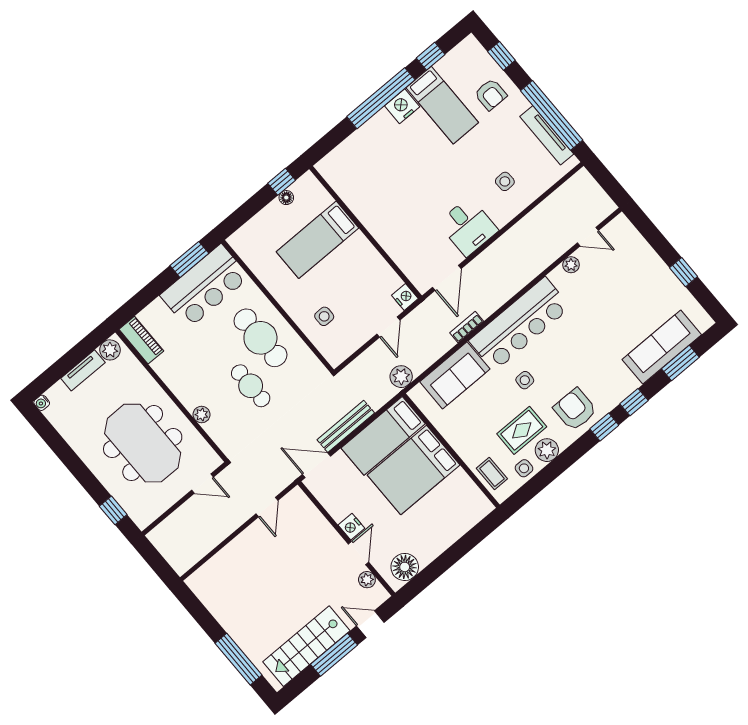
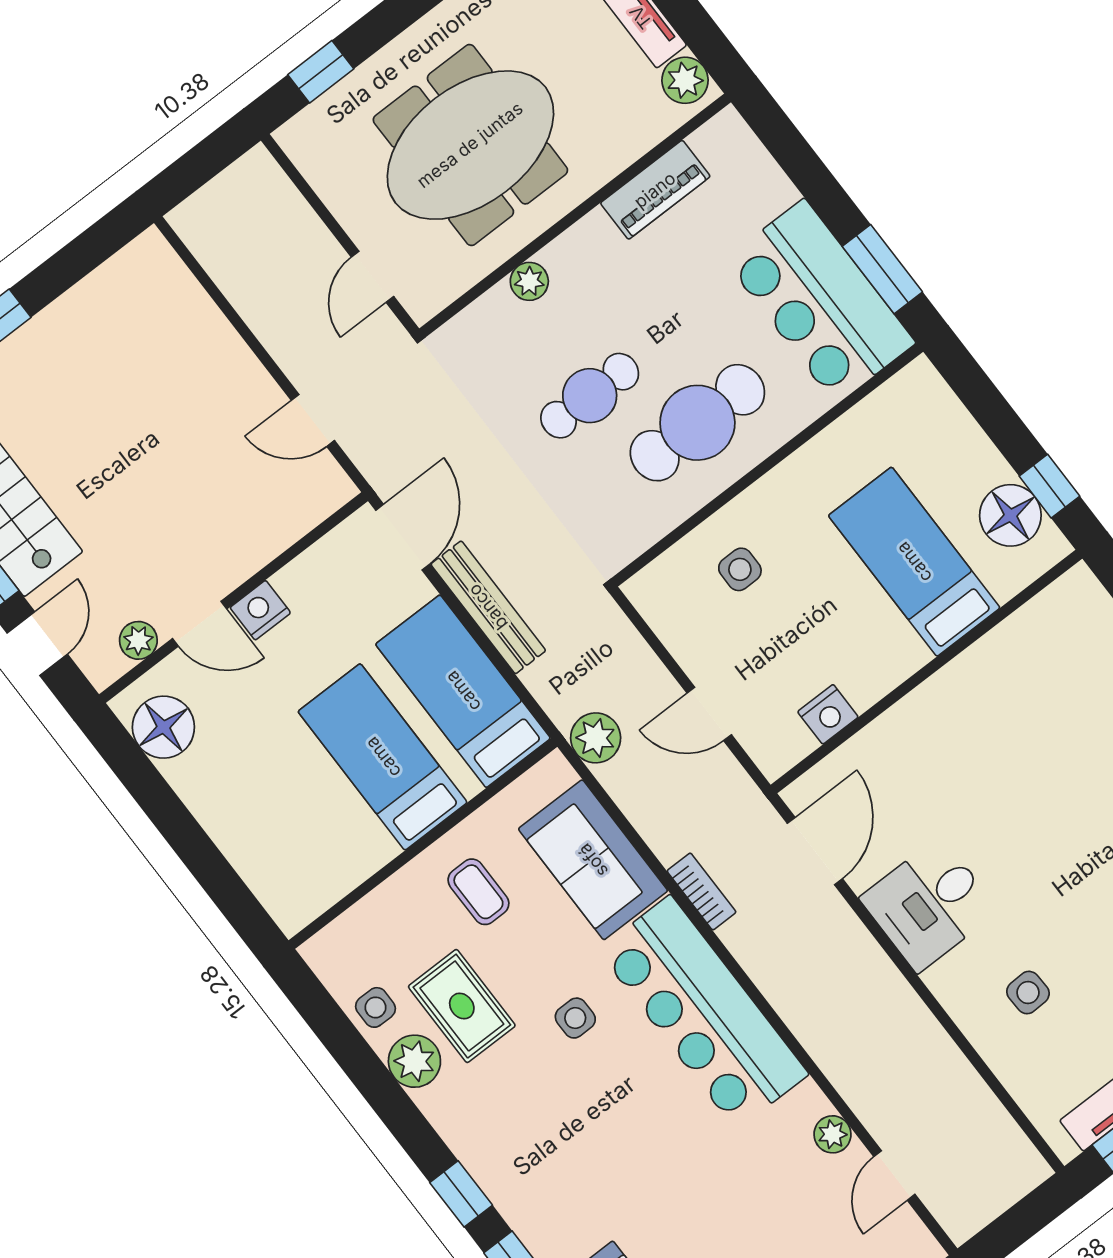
floor lamp: (286, 198) -> (1010, 515), width x1.89, depth x1.89
door: (447, 278) -> (815, 851), swing flipped
nightstand: (405, 297) -> (828, 714), moved
piano: (141, 340) -> (655, 190), moved
armchair: (575, 409) -> (504, 1129), removed
bed: (414, 470) -> (383, 757), width x0.67
coffee table: (492, 474) -> (478, 892), moved, turned 90

